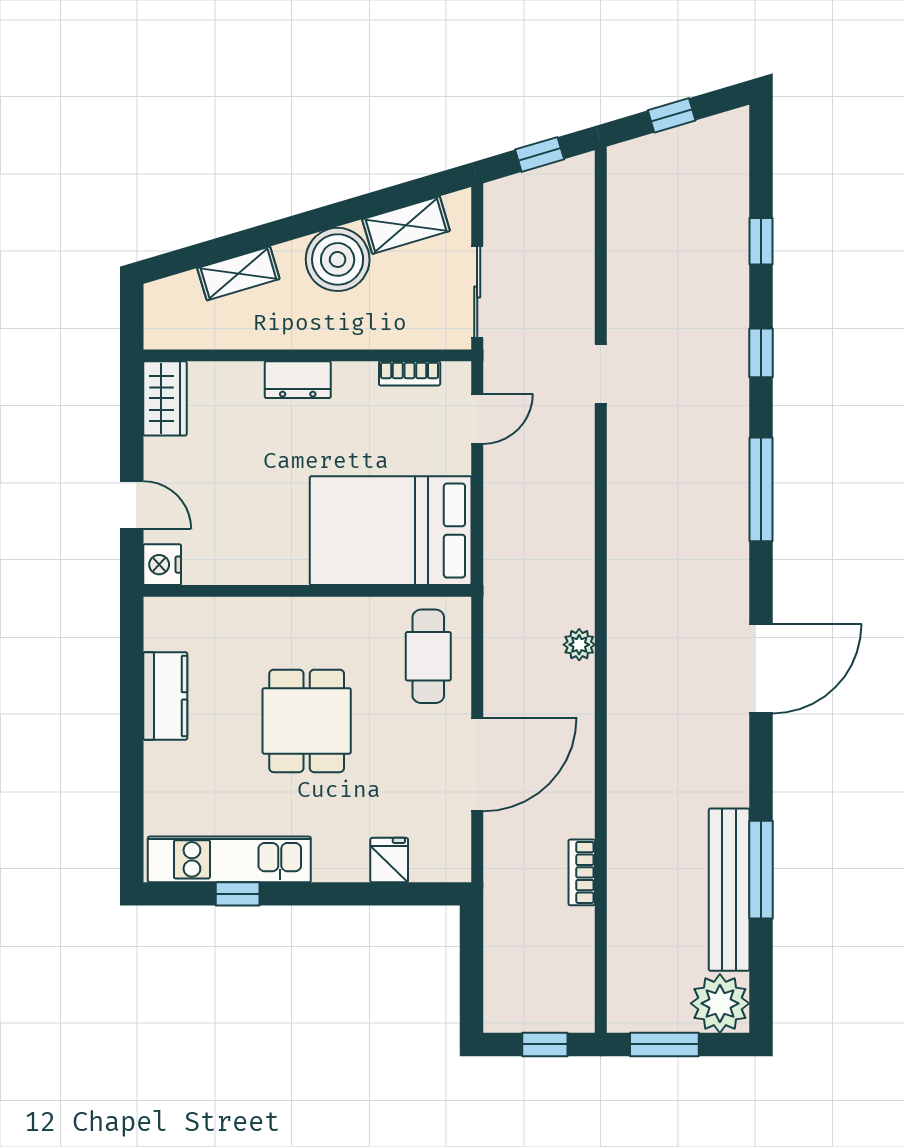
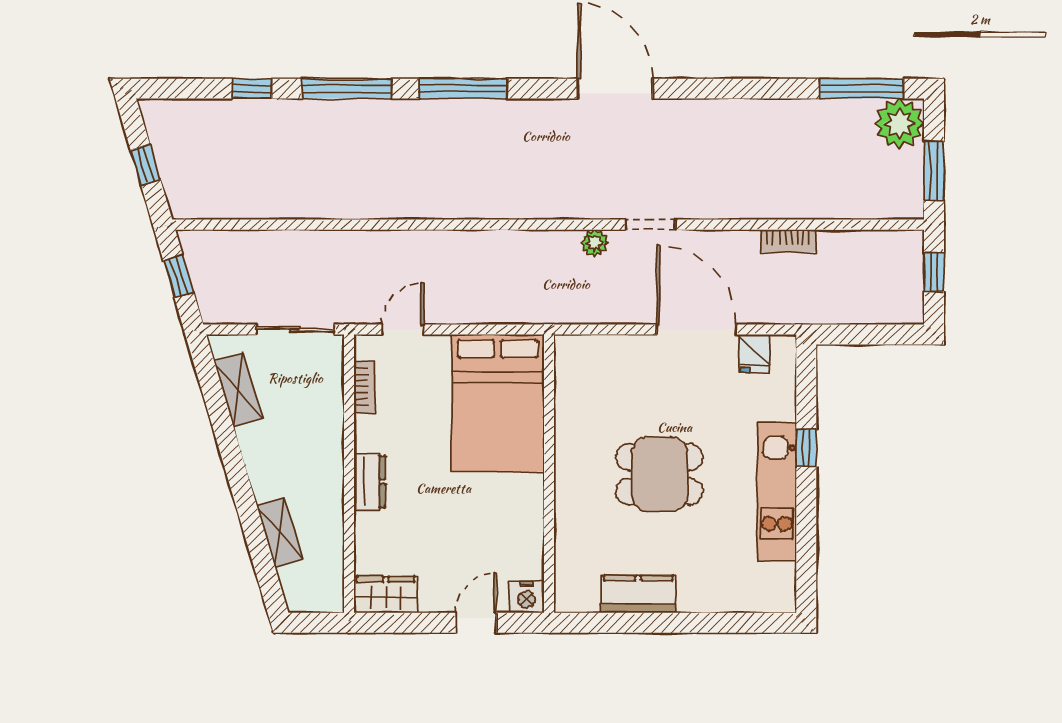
boiler: (338, 259) -> (268, 448), removed
window: (761, 353) -> (347, 89), width x2.17
doorway: (601, 374) -> (650, 225), moved
door: (477, 419) -> (403, 330), hinge flipped
cafe table: (428, 656) -> (605, 371), removed
kitchen unit: (229, 859) -> (777, 492), moved
fridge: (389, 860) -> (754, 353), moved, turned -90
window: (761, 870) -> (862, 89), moved
bench: (729, 890) -> (803, 116), removed
window: (238, 894) -> (806, 448), moved

